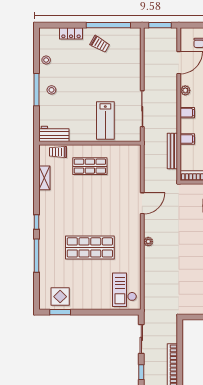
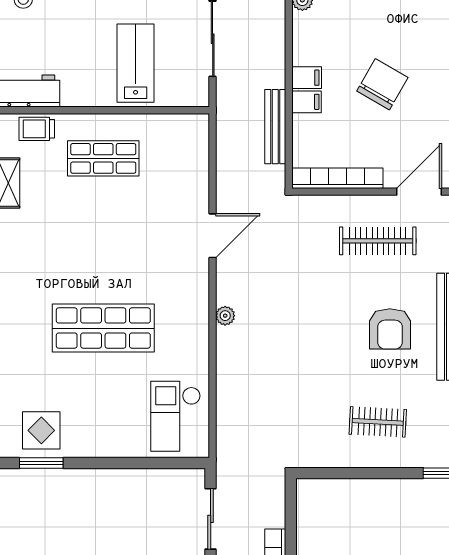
filing cabinet: (187, 113) -> (307, 78), moved
lab bench: (105, 120) -> (136, 63), turned 180

